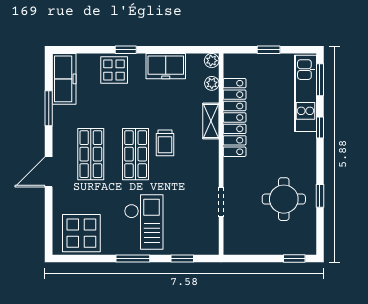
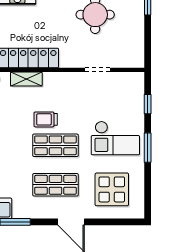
trolley: (165, 143) -> (46, 119), turned 180
checkout: (144, 222) -> (115, 138), turned 180
display table: (81, 233) -> (112, 189), moved

